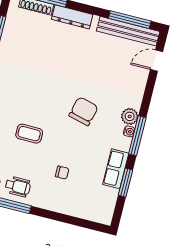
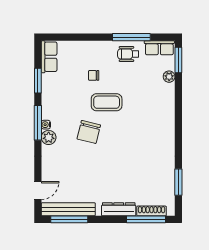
coffee table: (29, 134) -> (107, 102), moved, width x1.36, depth x1.30
row of seats: (116, 169) -> (49, 57), moved

